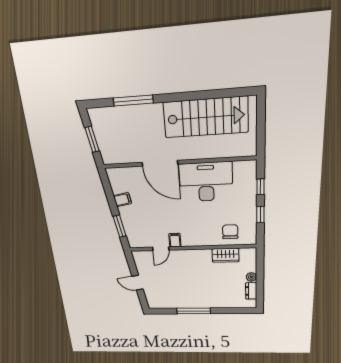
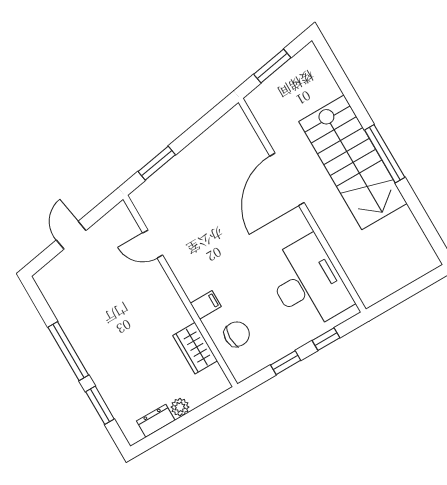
window: (133, 101) -> (385, 154), moved
stairs: (206, 117) -> (353, 162), moved
desk: (206, 182) -> (308, 283), moved
filing cabinet: (122, 200) -> (203, 149), removed
filing cabinet: (175, 240) -> (206, 305), moved
window: (228, 311) -> (100, 405), added

